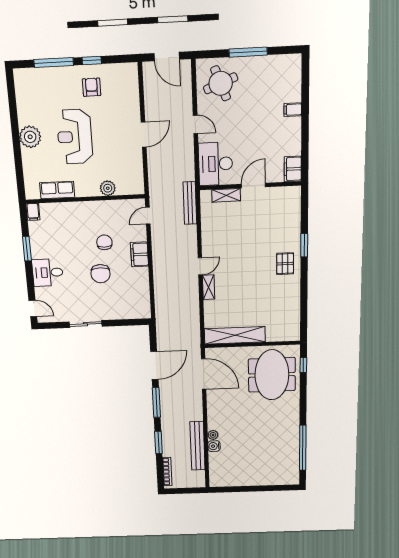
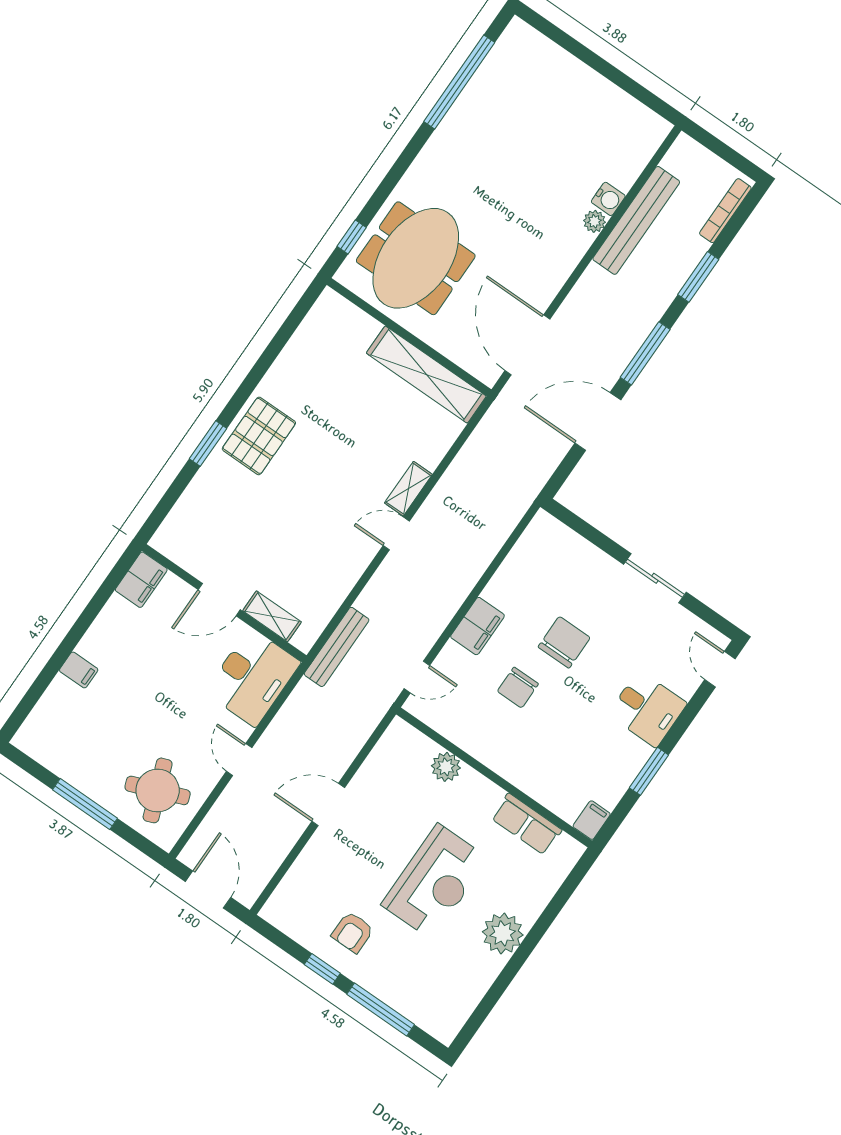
pallet: (285, 264) -> (259, 436), width x1.50, depth x1.42

